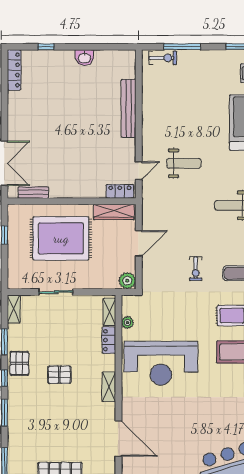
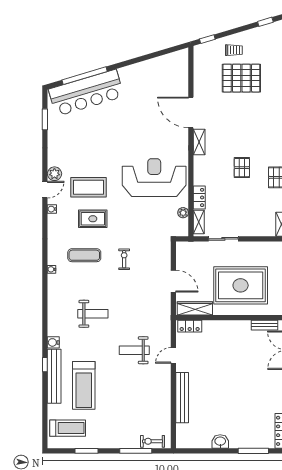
window: (46, 47) -> (253, 451), width x2.17
door: (139, 171) -> (173, 355), moved
door: (139, 243) -> (173, 281), swing flipped
plant: (127, 281) -> (183, 249), removed
sliding door: (56, 292) -> (223, 239), moved
pallet: (59, 375) -> (242, 168), turned 90
shelving: (109, 387) -> (199, 142), moved

